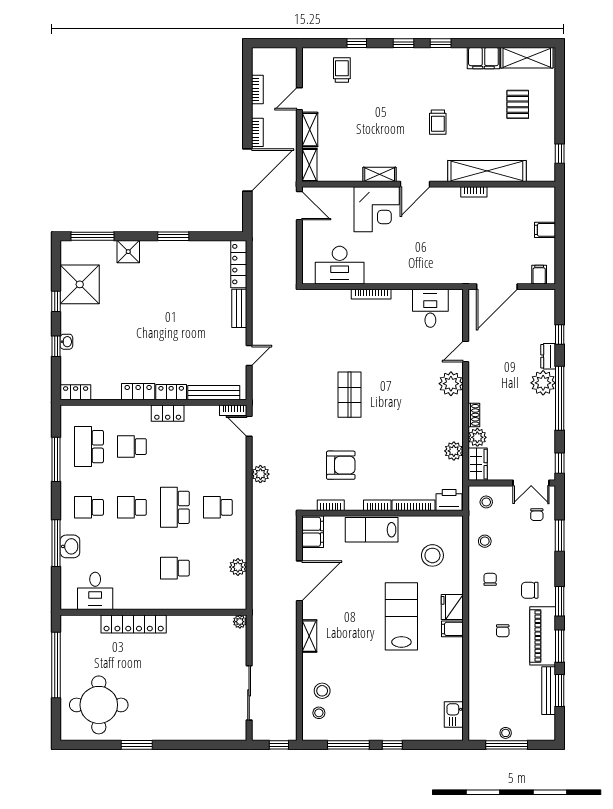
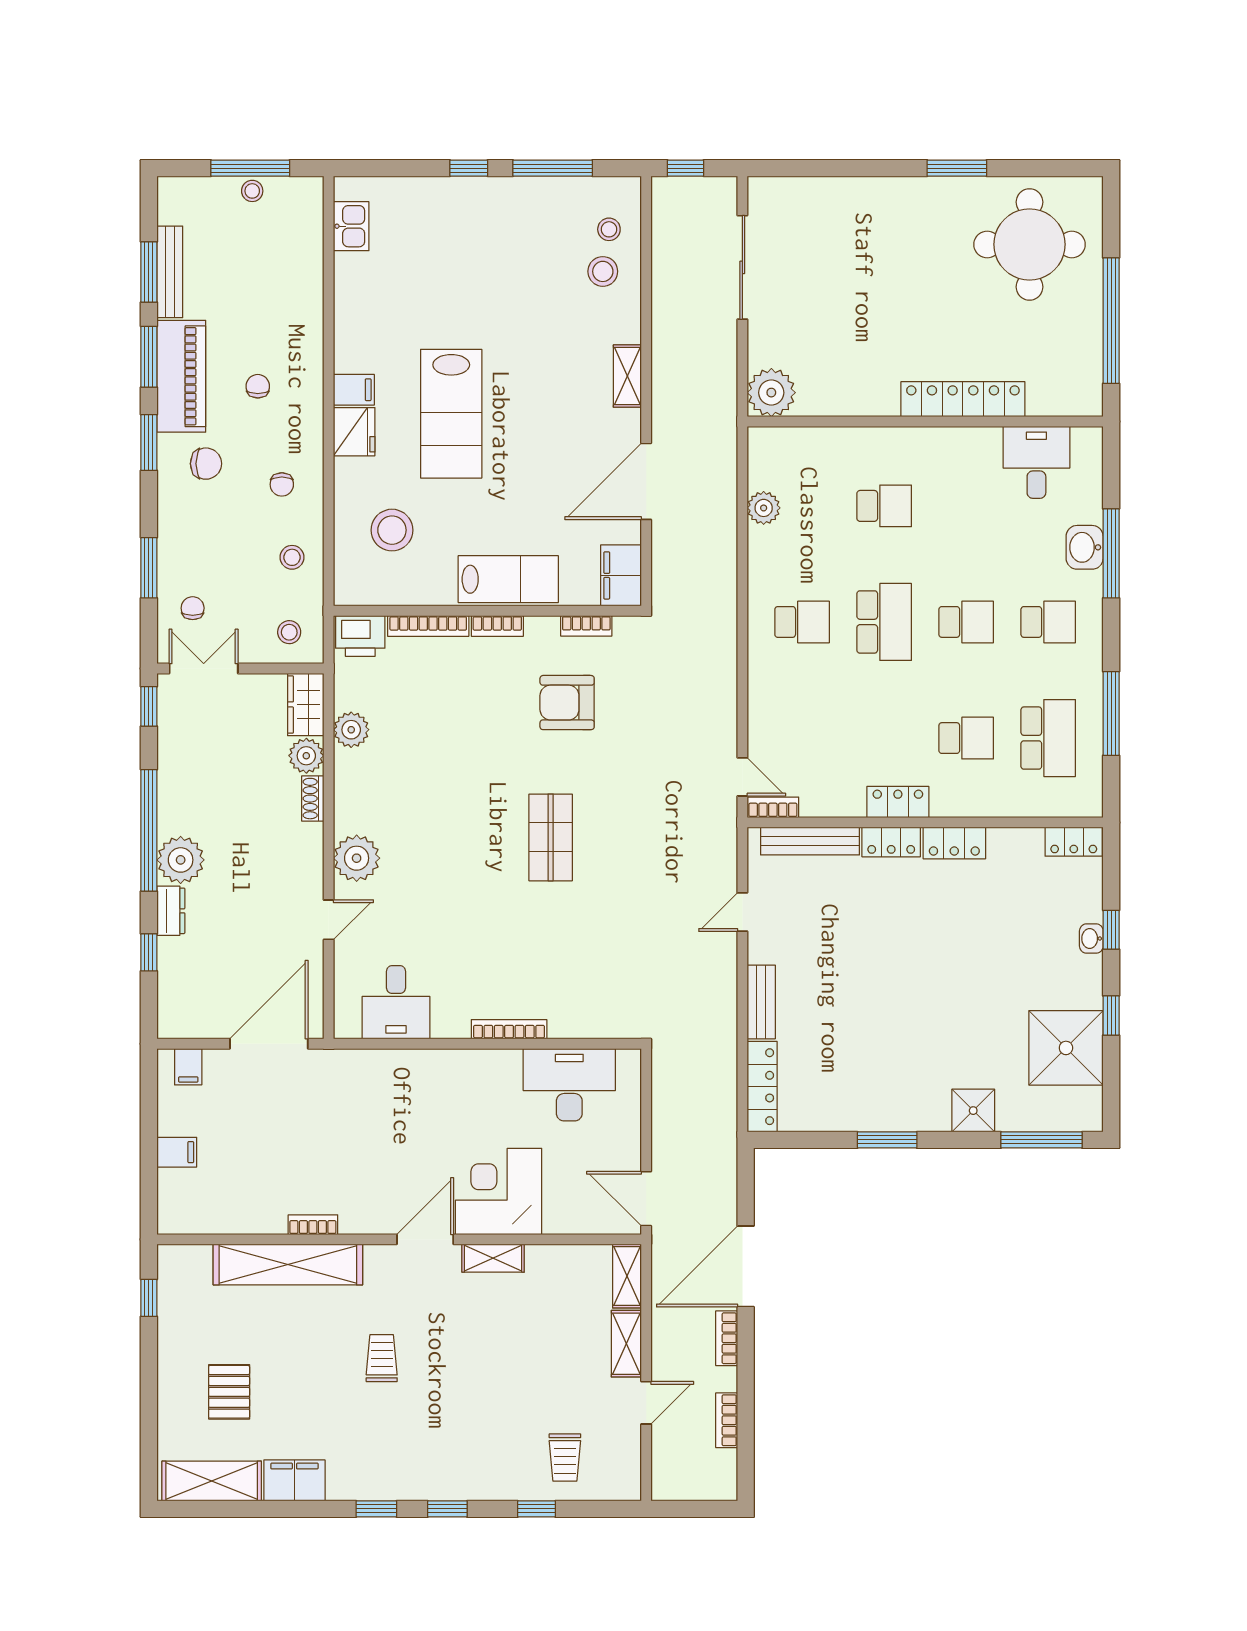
plant: (260, 474) -> (721, 685), removed
plant: (240, 622) -> (771, 393), width x1.87, depth x1.87

